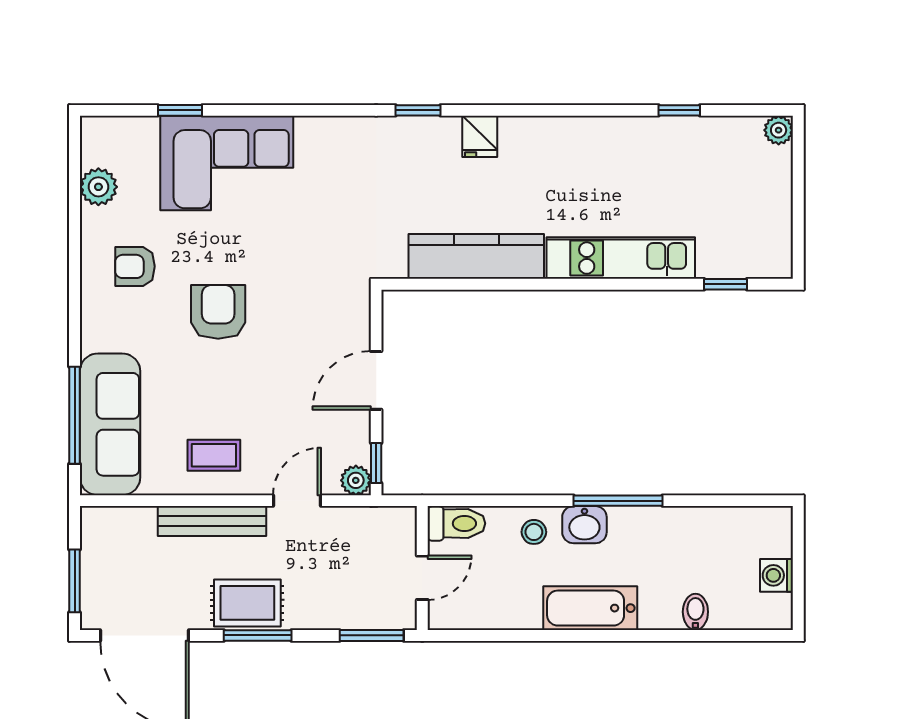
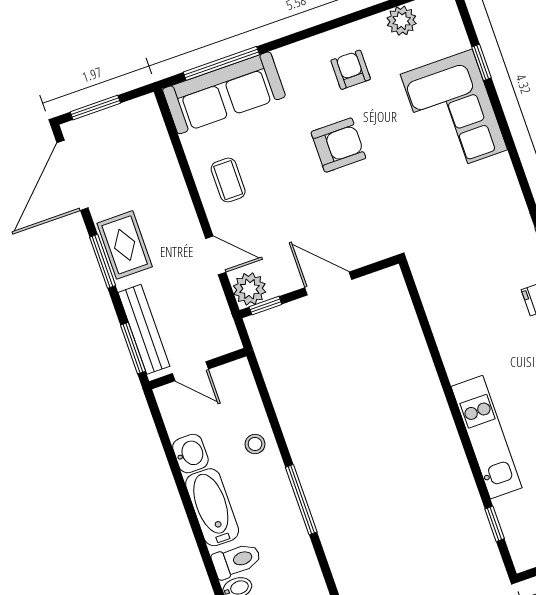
kitchen counter: (476, 256) -> (449, 327), removed
plant: (356, 480) -> (250, 289), width x1.38, depth x1.38
bench: (212, 521) -> (144, 329), moved
toilet: (456, 523) -> (236, 560), moved, turned -90
washbasin: (584, 525) -> (190, 454), moved, turned 180

